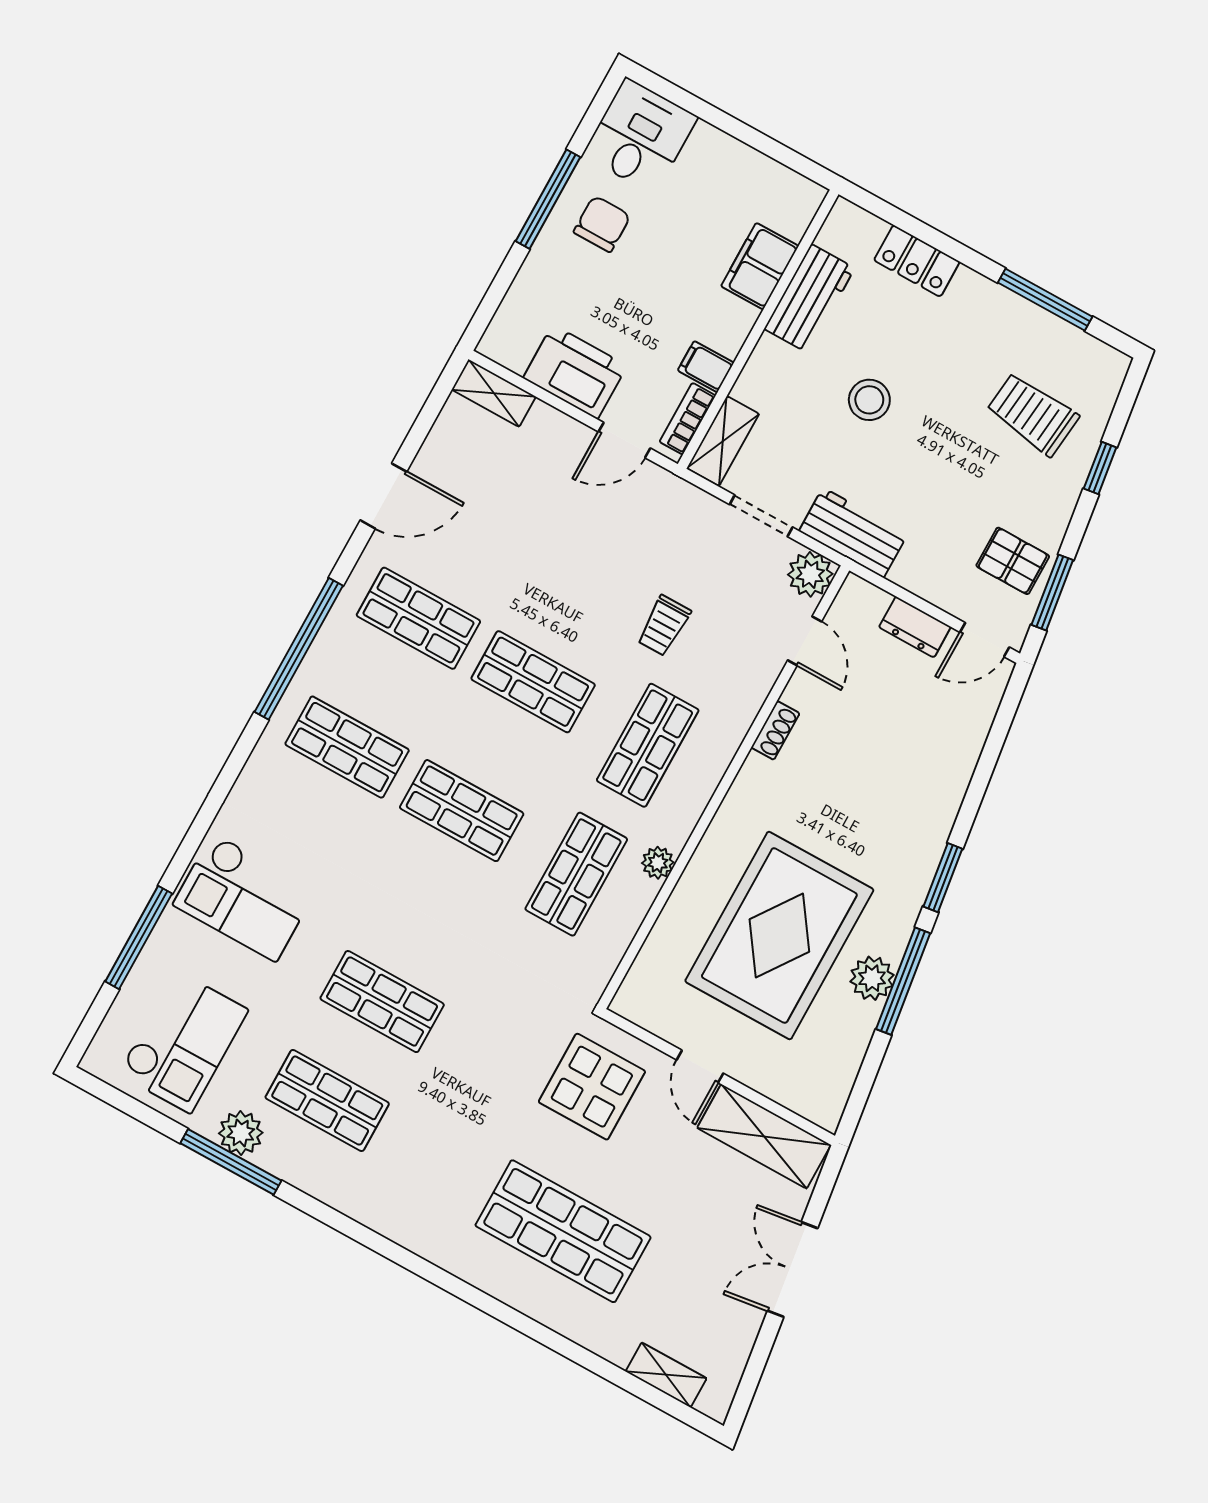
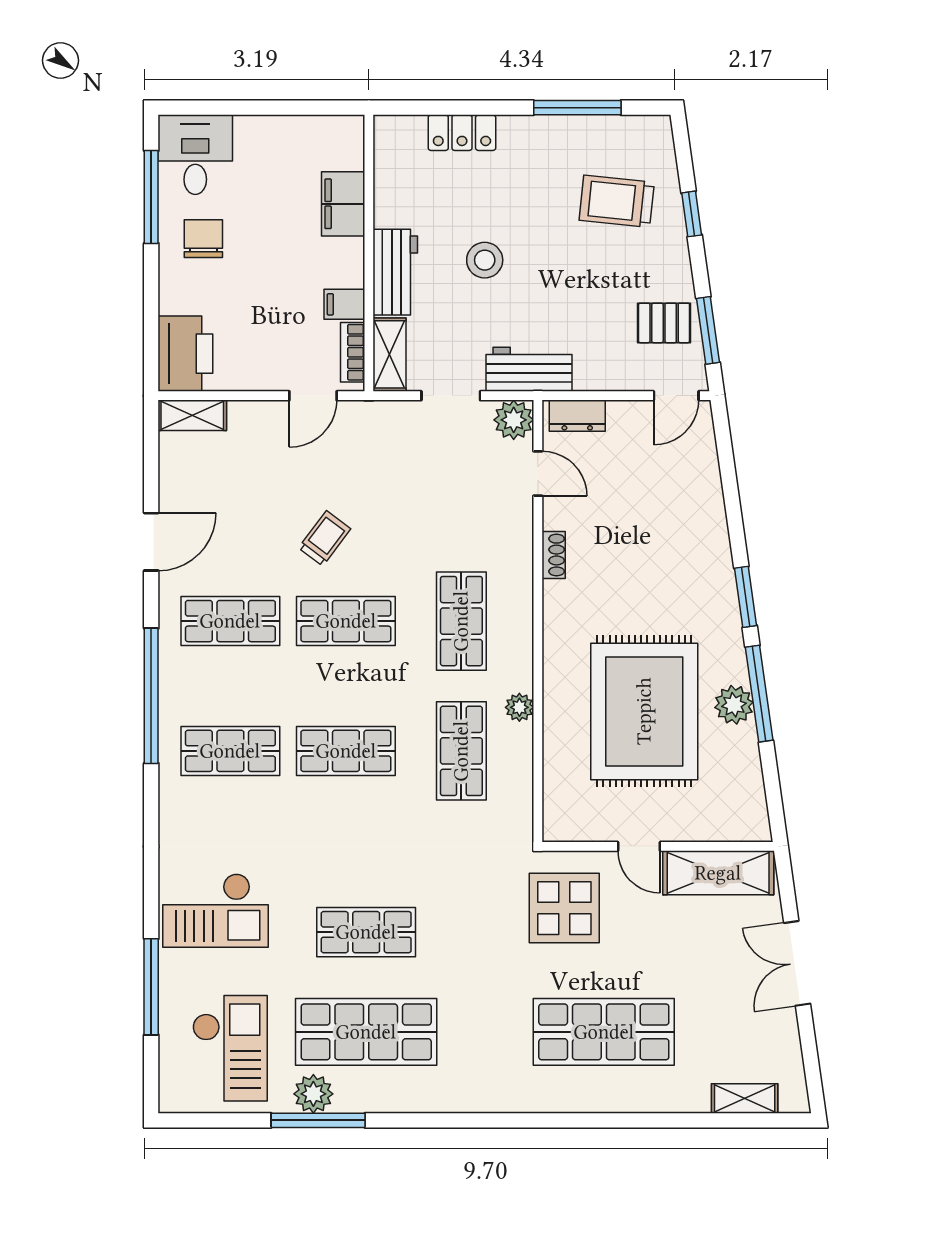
window: (548, 199) -> (151, 197), moved
workbench: (809, 298) -> (395, 272), moved
printer: (575, 372) -> (185, 354), moved, turned 90
trolley: (664, 626) -> (325, 538), moved, turned -143
dresser: (915, 627) -> (577, 416), moved
shop shelf: (327, 1101) -> (366, 1032), width x1.43, depth x1.36

